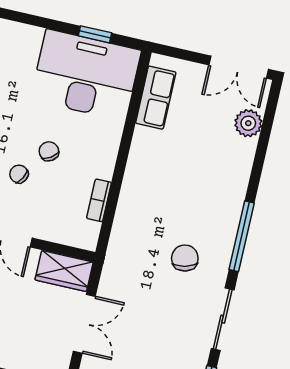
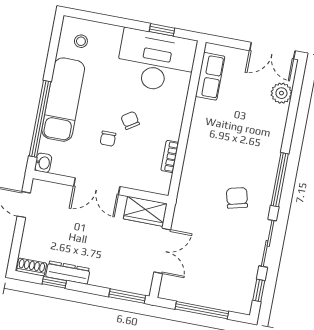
chair: (19, 174) -> (108, 139), turned -119

